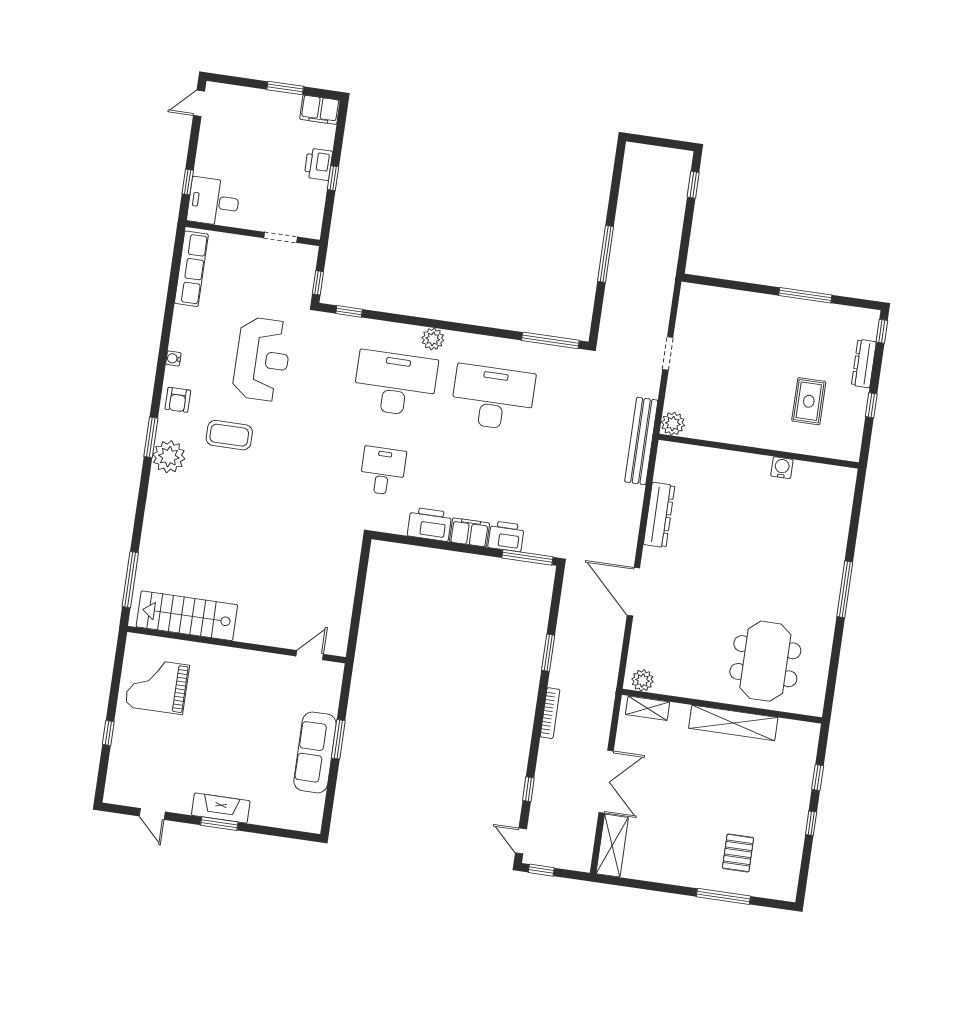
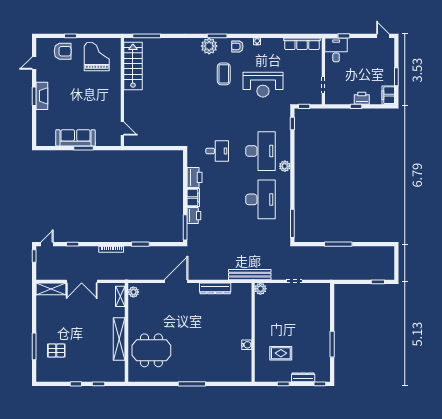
armchair: (137, 753) -> (63, 51), added

